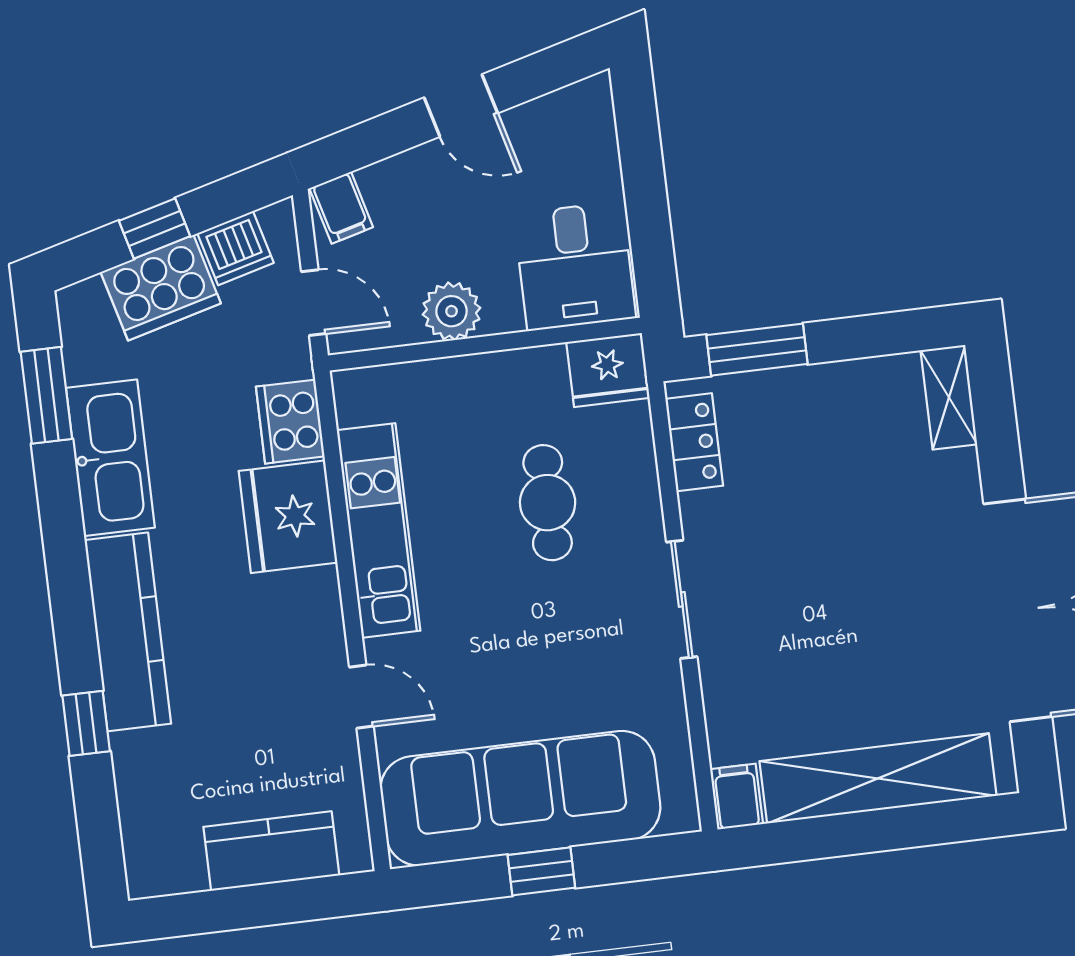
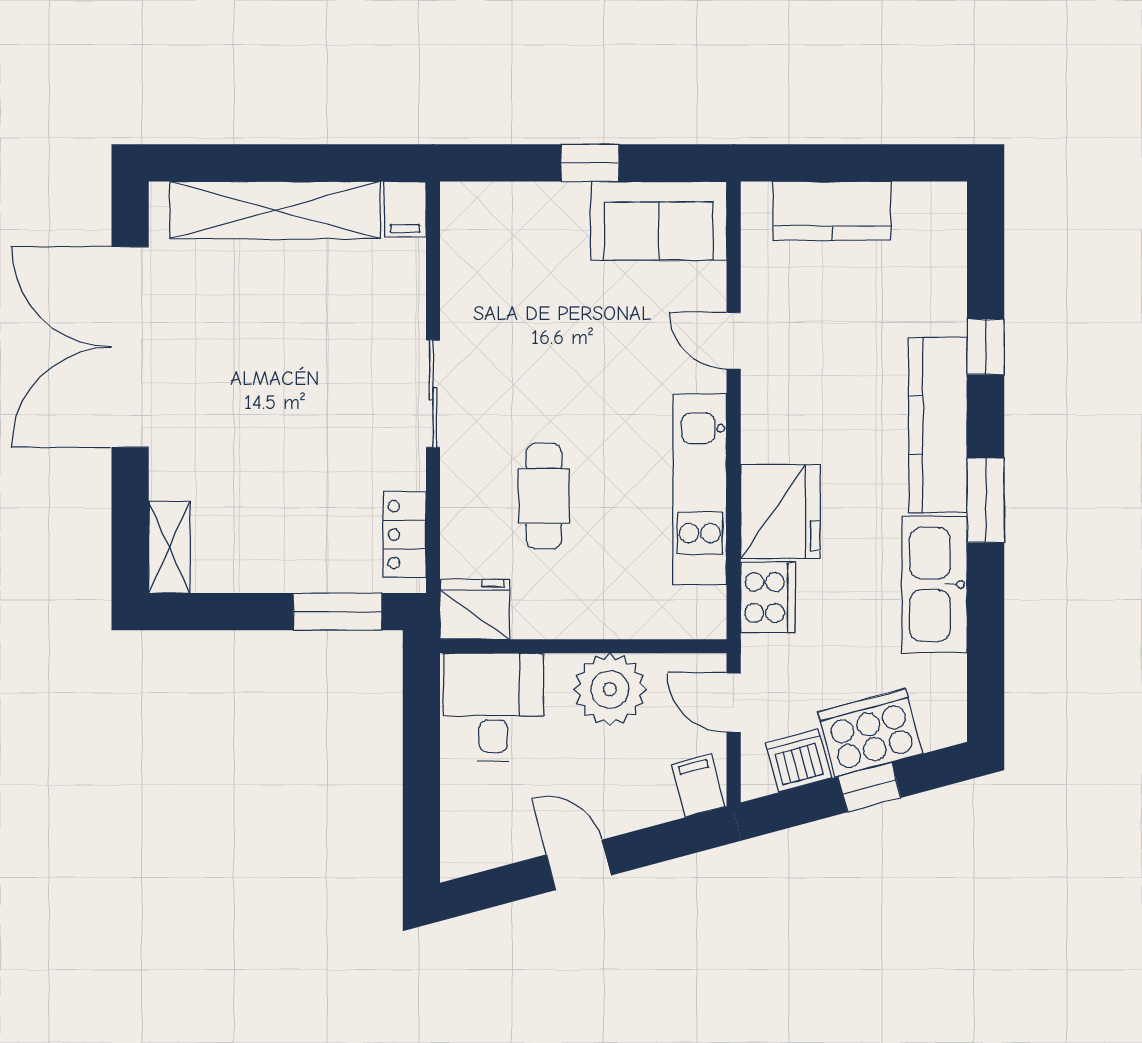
plant: (452, 311) -> (610, 689), width x1.36, depth x1.36
window: (46, 395) -> (986, 500), moved
sofa: (520, 798) -> (659, 221), width x0.54, depth x0.79

